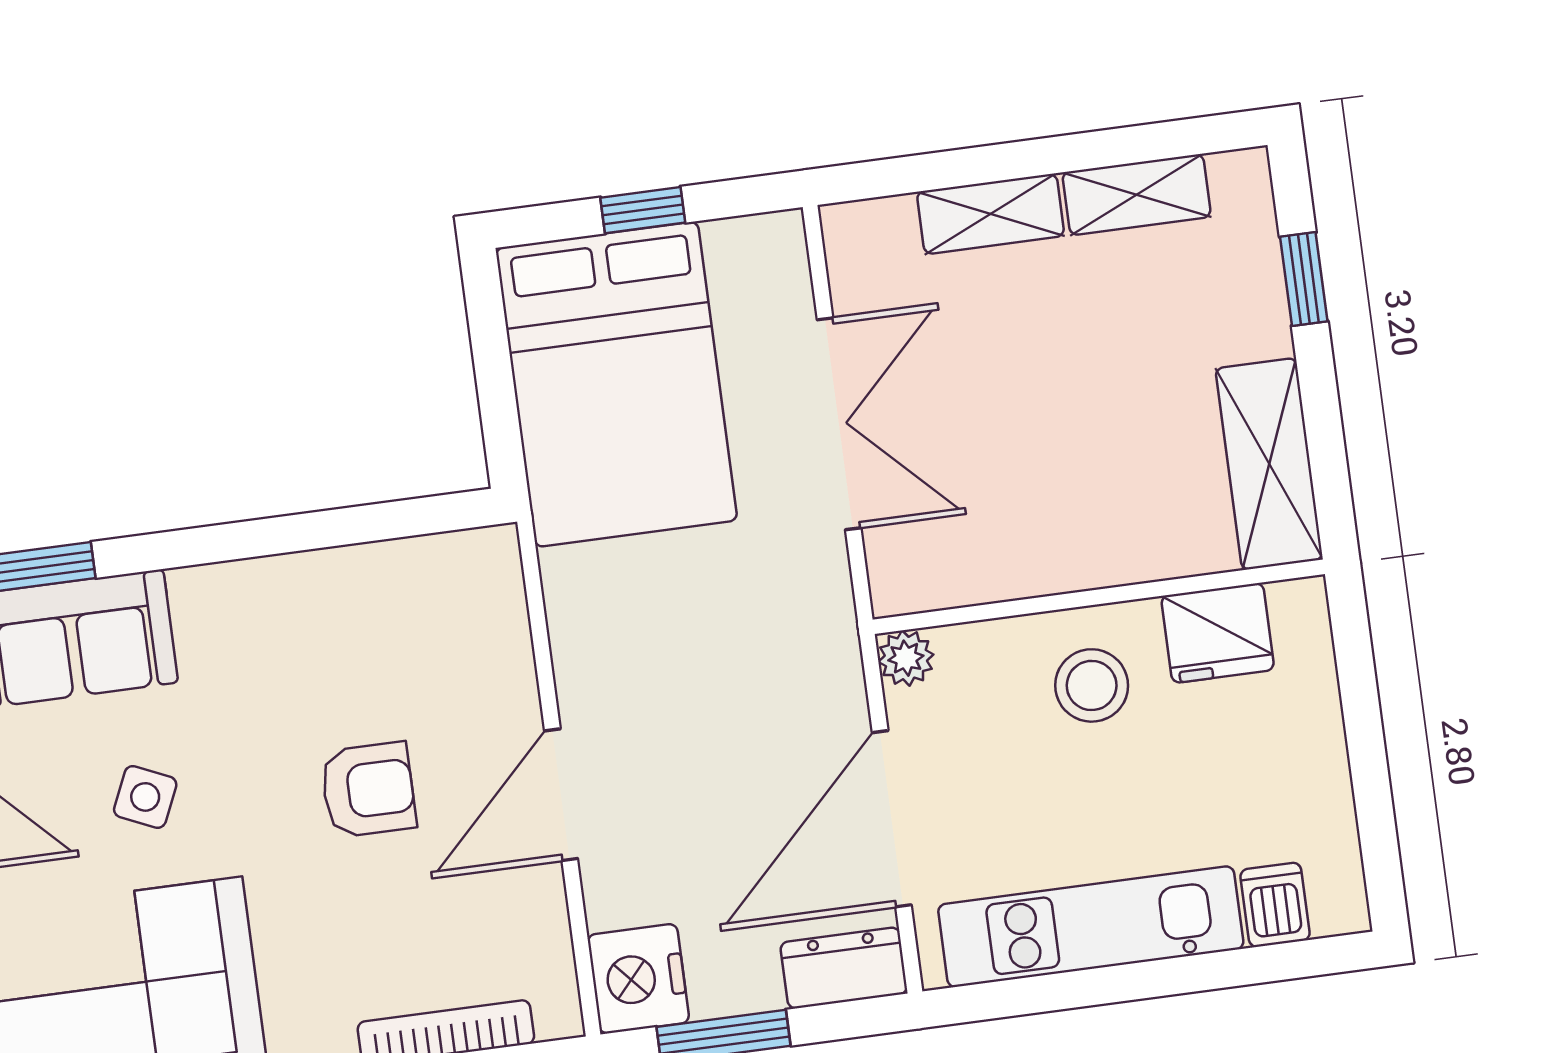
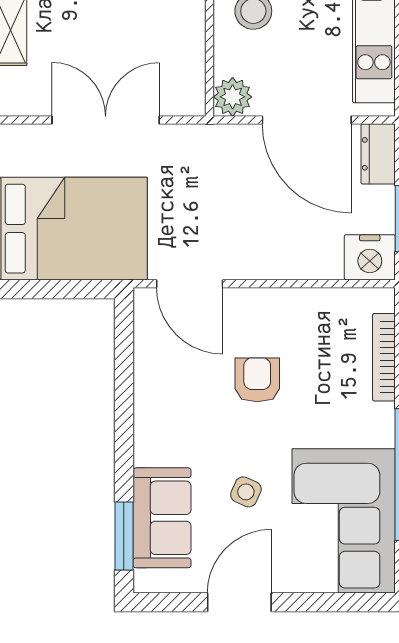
plant: (906, 658) -> (233, 97), width x1.38, depth x1.38
door: (561, 795) -> (190, 284), moved

